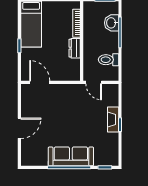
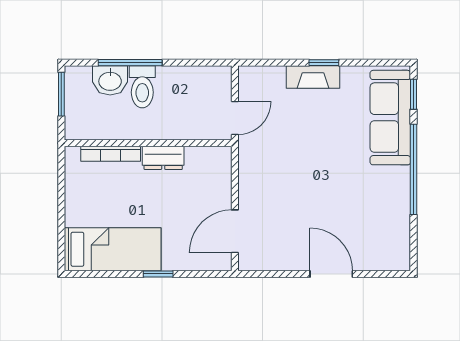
toilet: (108, 60) -> (142, 87), moved
sofa: (71, 156) -> (390, 118), moved

